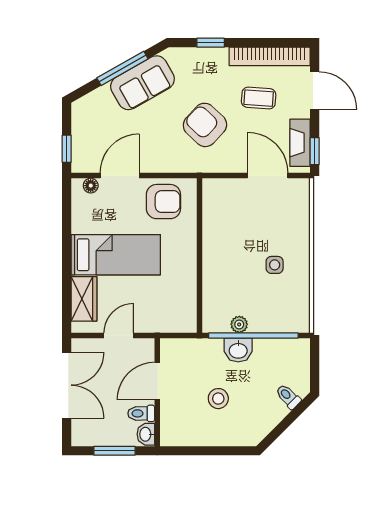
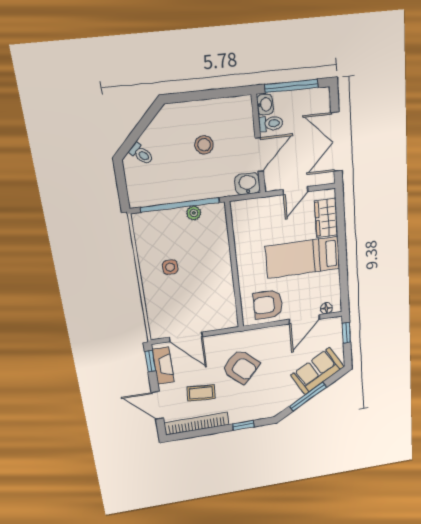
sofa: (142, 83) -> (317, 371), moved
washbasin: (238, 350) -> (248, 184), moved
window: (114, 451) -> (292, 86), width x1.44

